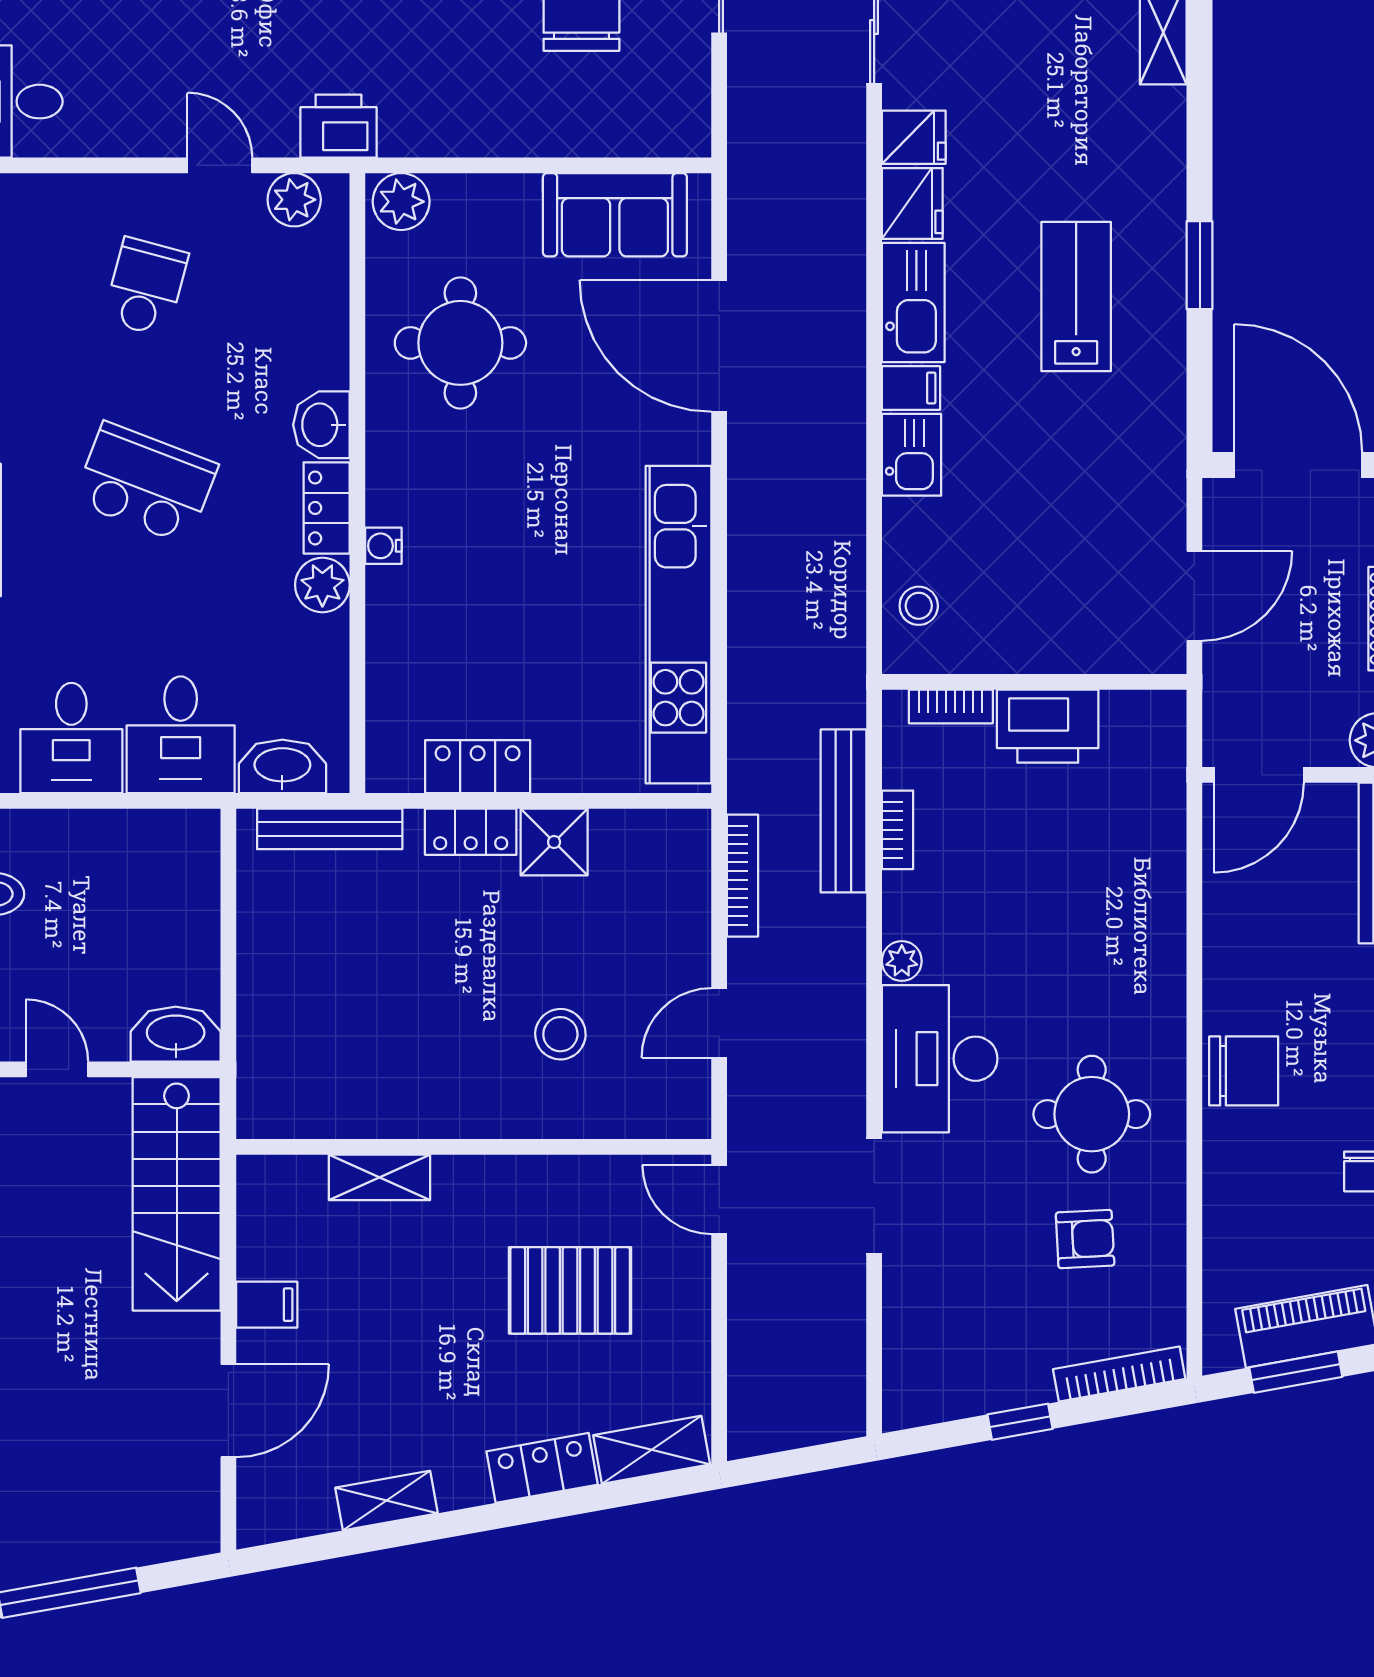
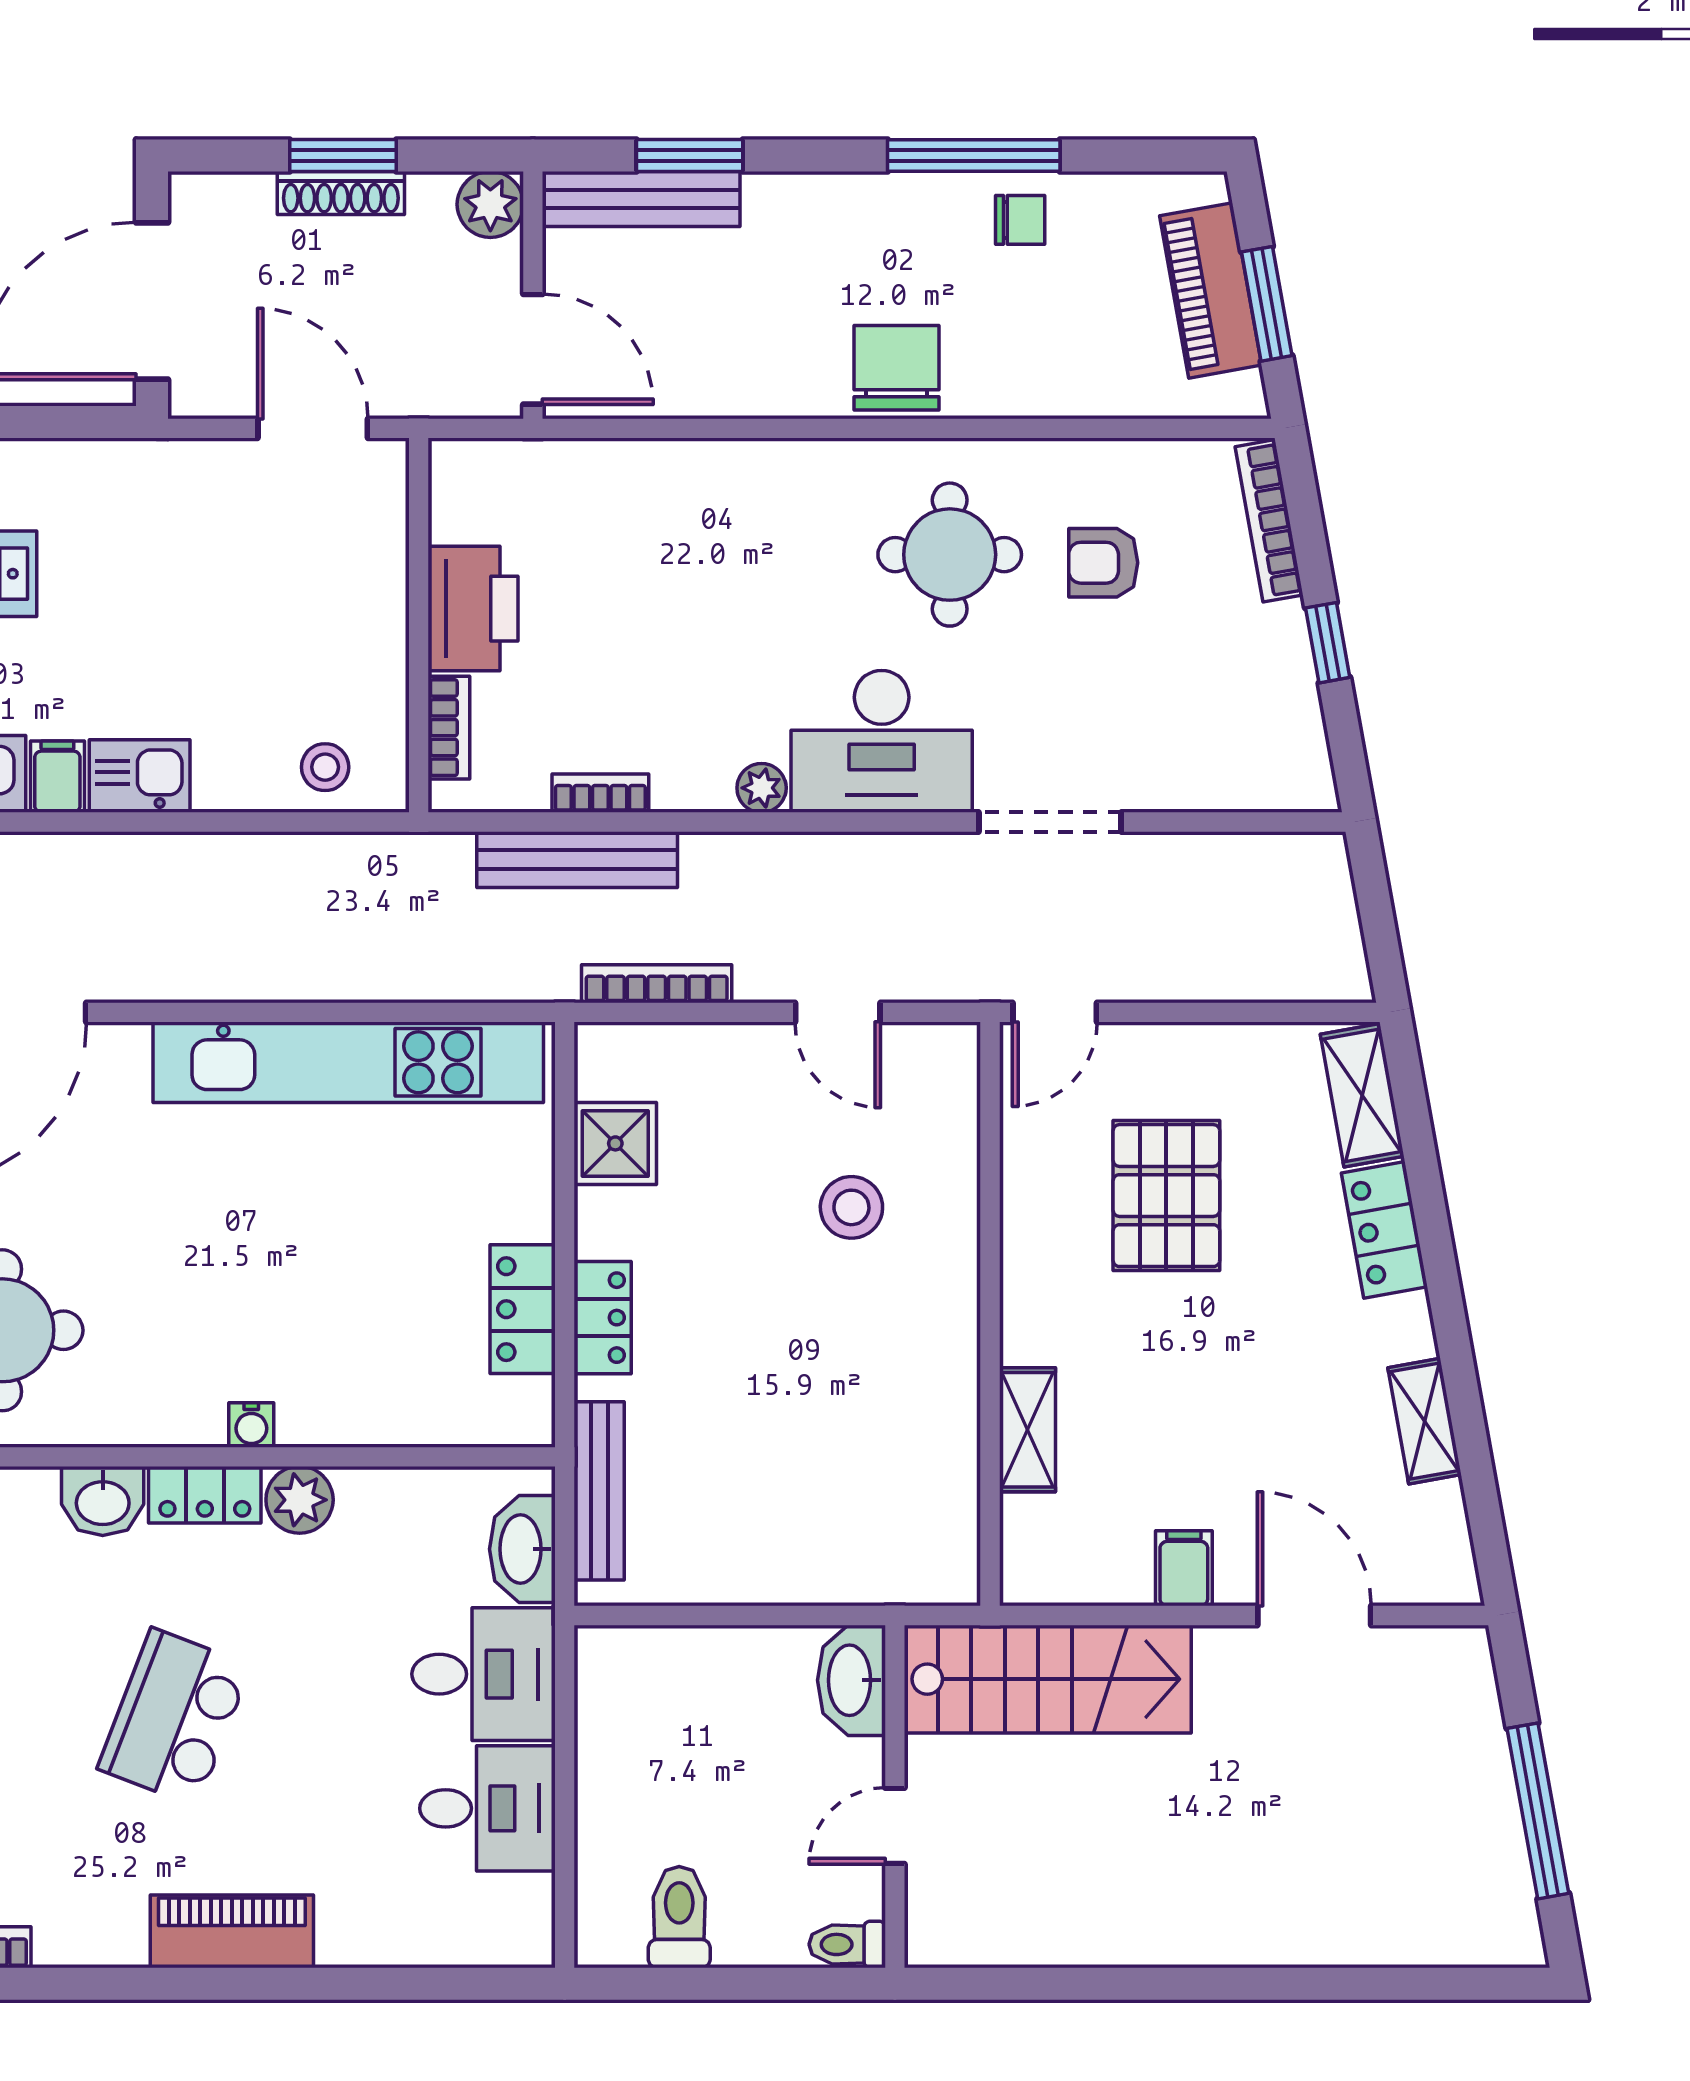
shower: (554, 842) -> (615, 1143), moved
armchair: (1085, 1239) -> (1103, 563), turned -87

